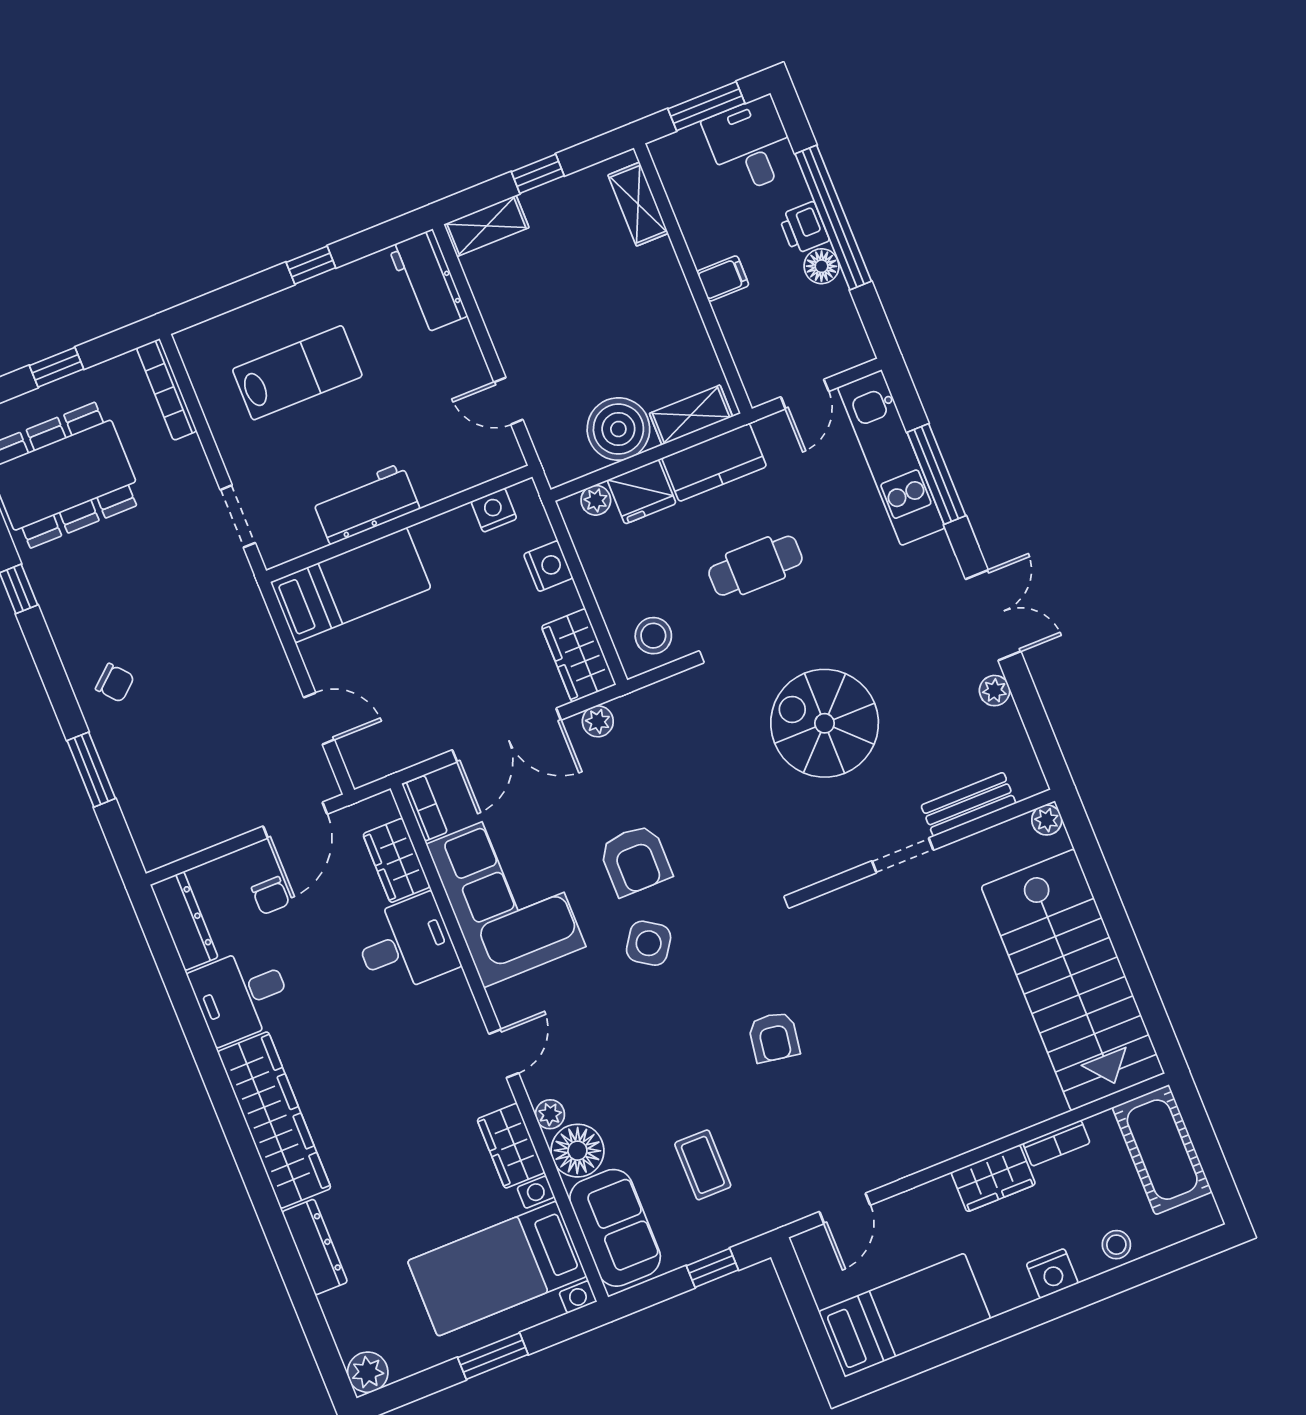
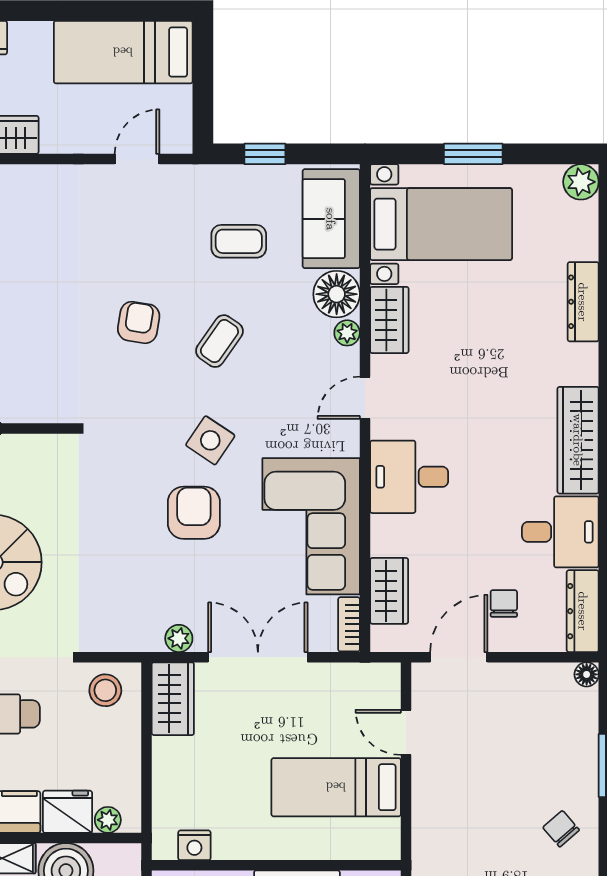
nightstand: (548, 566) -> (168, 782), removed
bed: (351, 585) -> (336, 787), moved
floor lamp: (153, 856) -> (587, 674), added
desk: (406, 945) -> (409, 477), moved
coffee table: (681, 1052) -> (219, 341), added
wardrobe: (274, 1120) -> (578, 440), width x0.71, depth x0.85
coffee table: (703, 1165) -> (239, 241), turned 90

